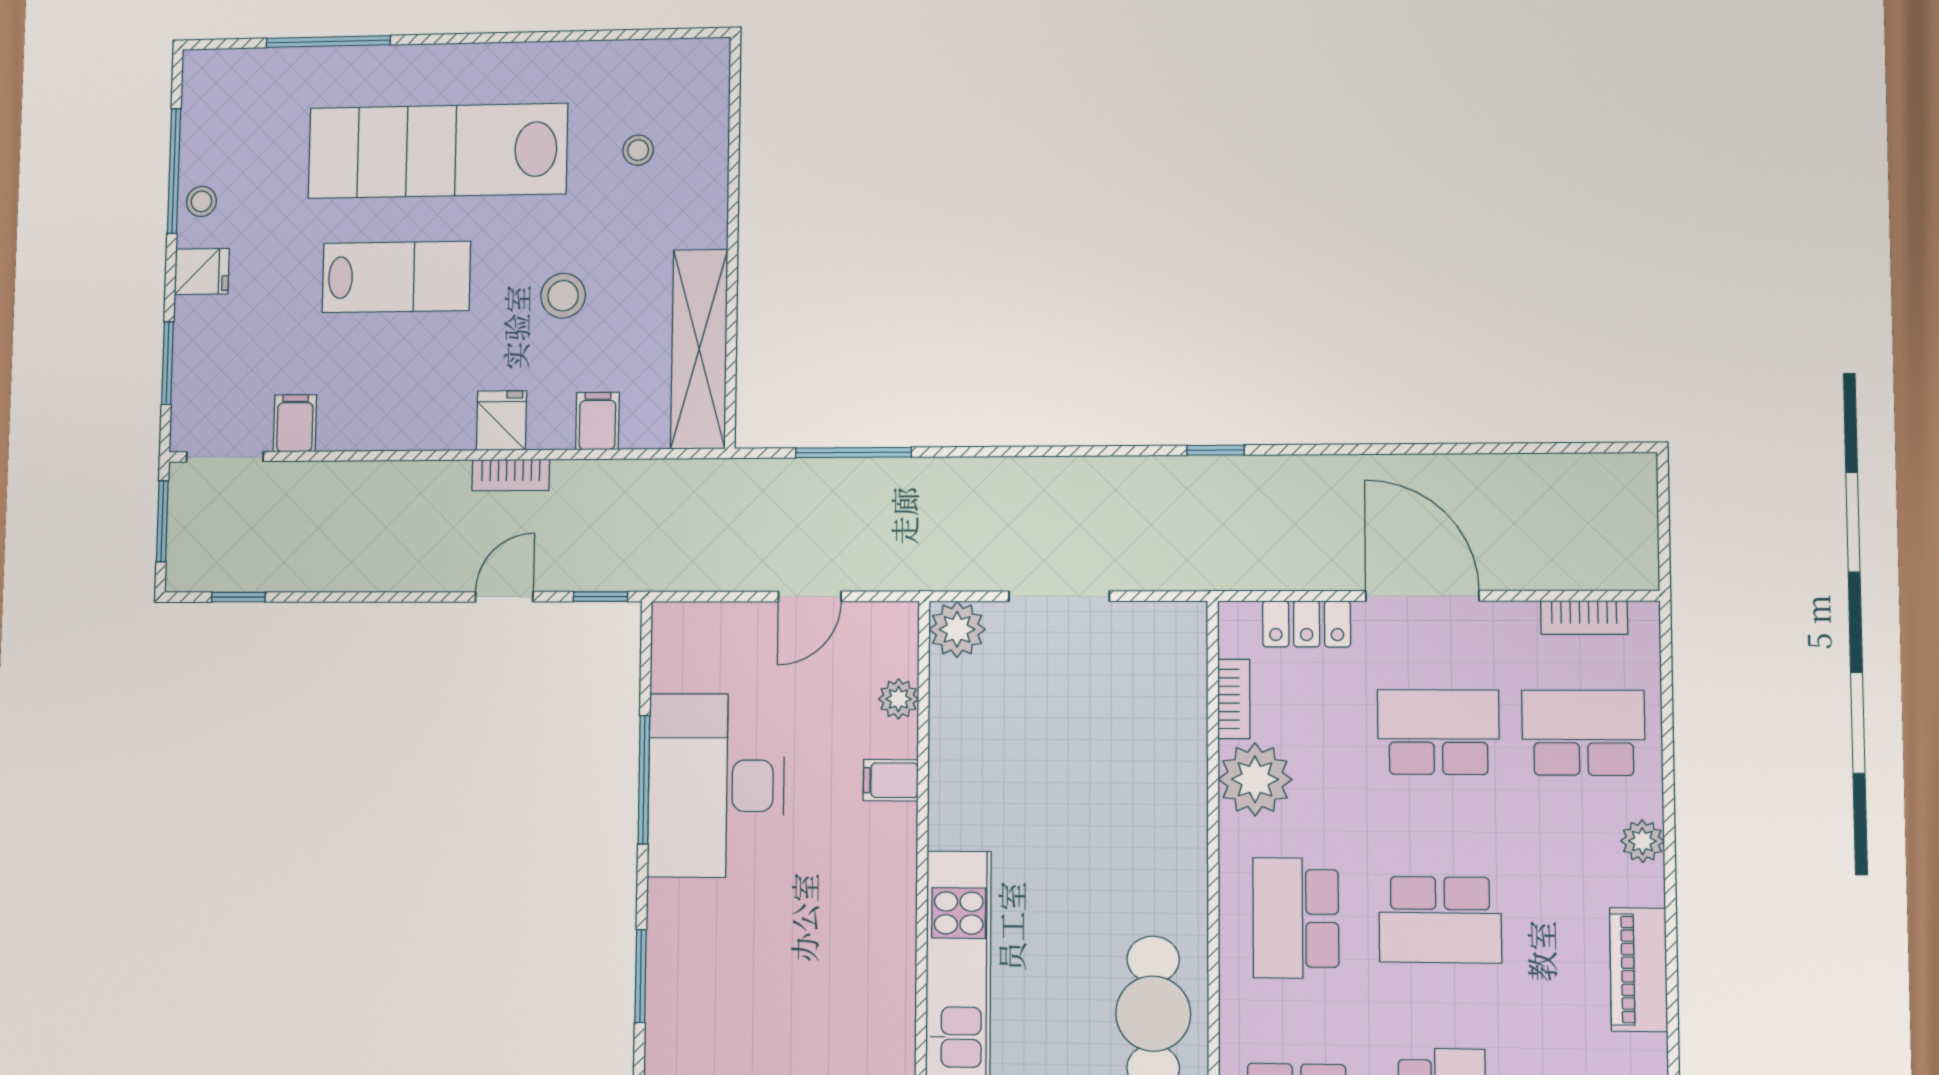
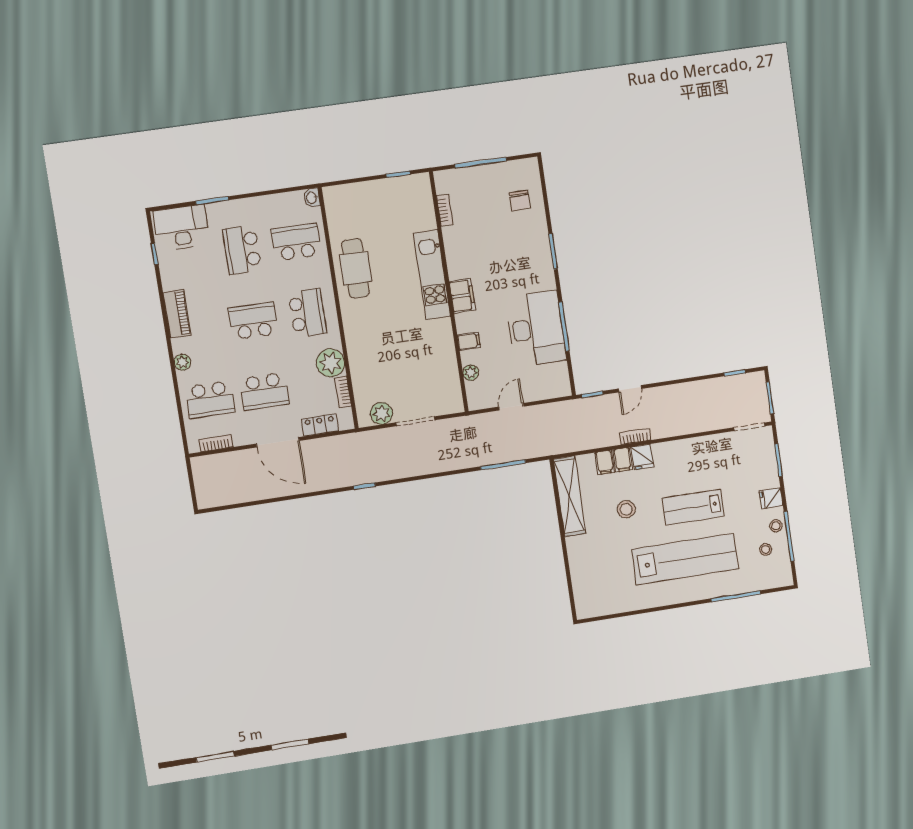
stool: (638, 150) -> (766, 549), moved
filing cabinet: (295, 423) -> (623, 460), moved
plant: (957, 629) -> (381, 413), moved
filing cabinet: (889, 899) -> (462, 296), added

